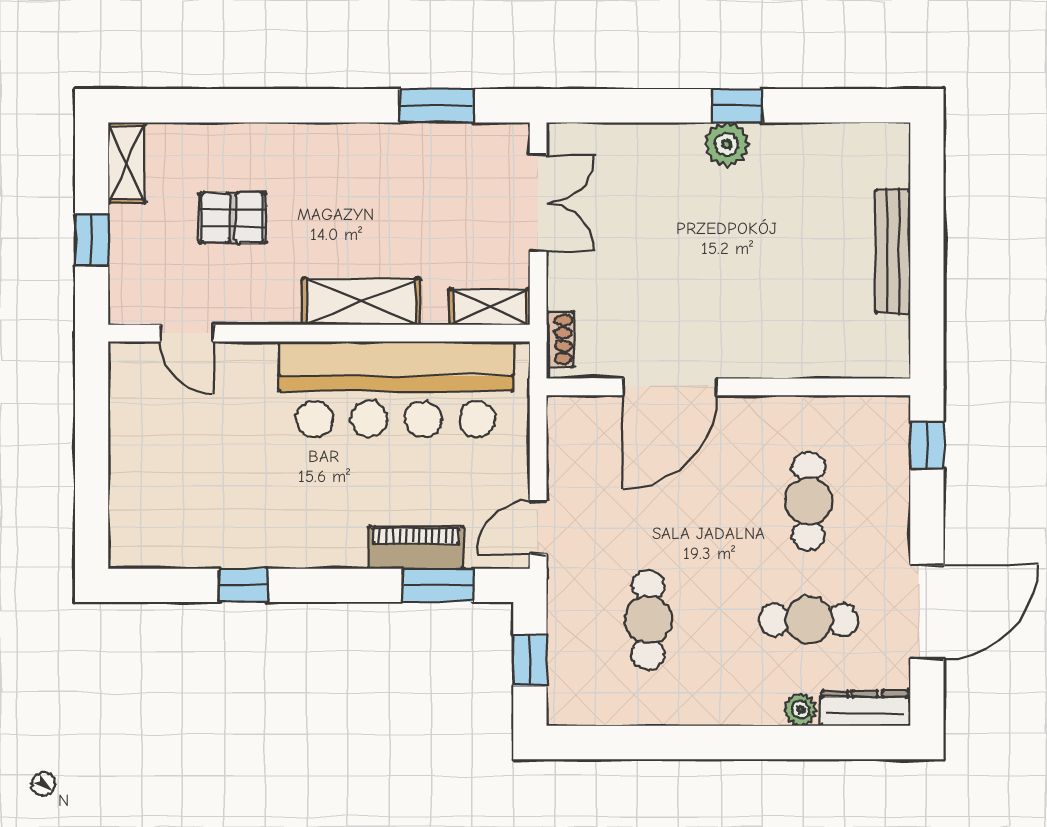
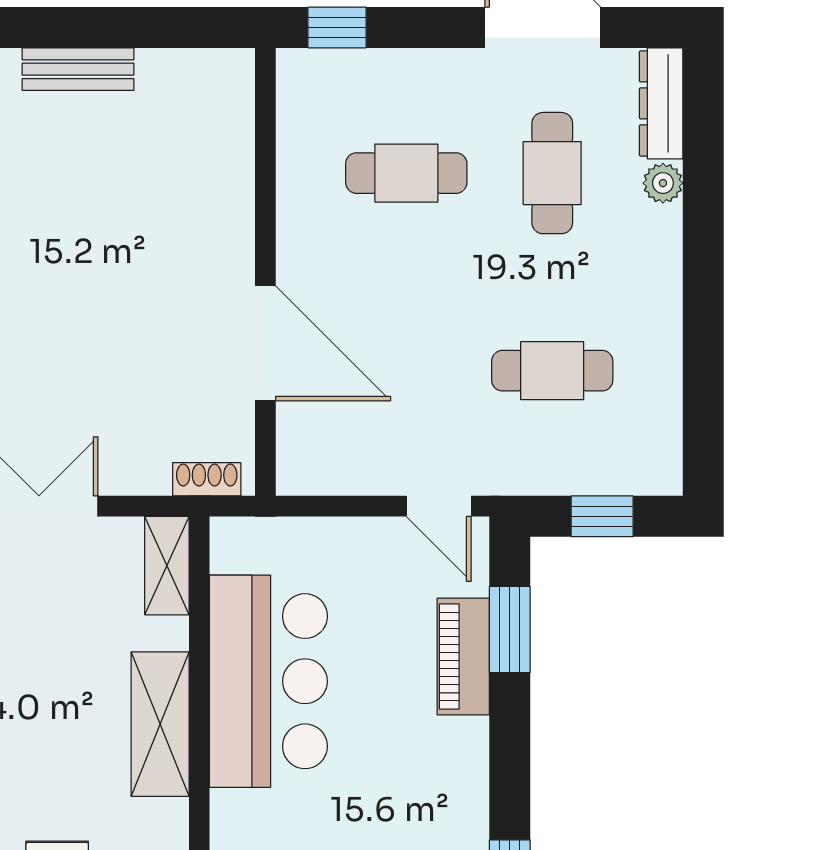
bench: (893, 251) -> (78, 69), width x0.73
bar counter: (396, 389) -> (268, 681), width x0.73

